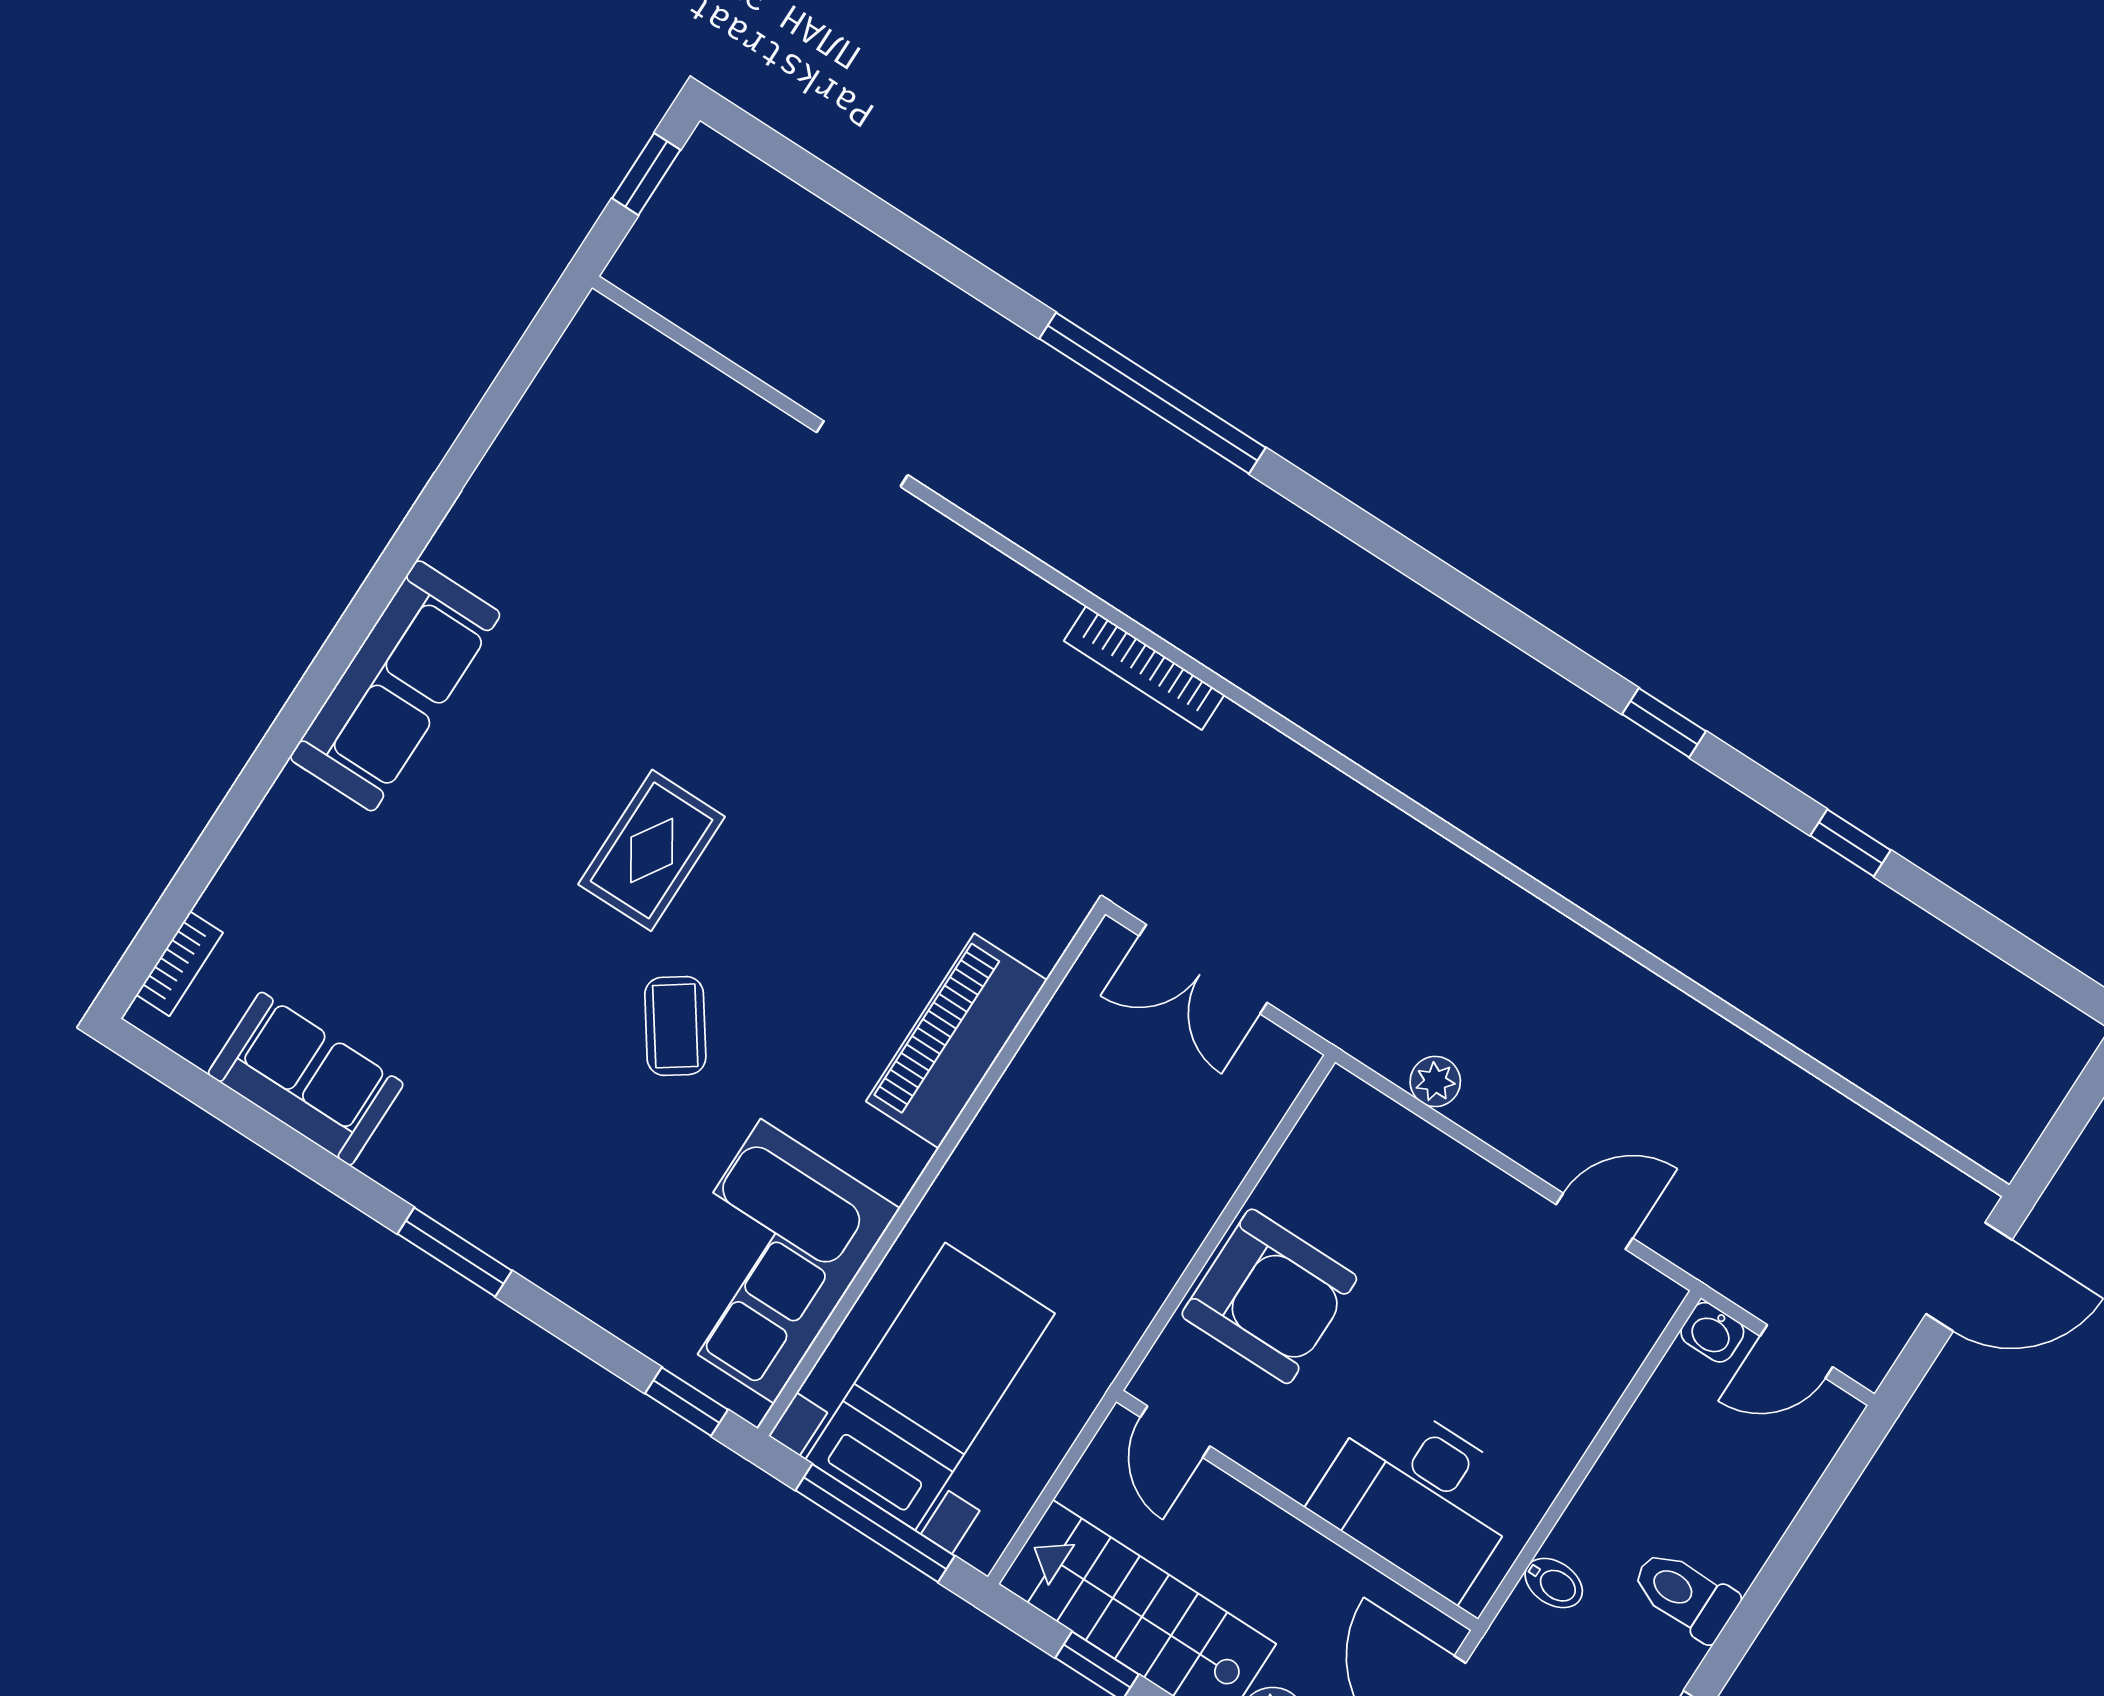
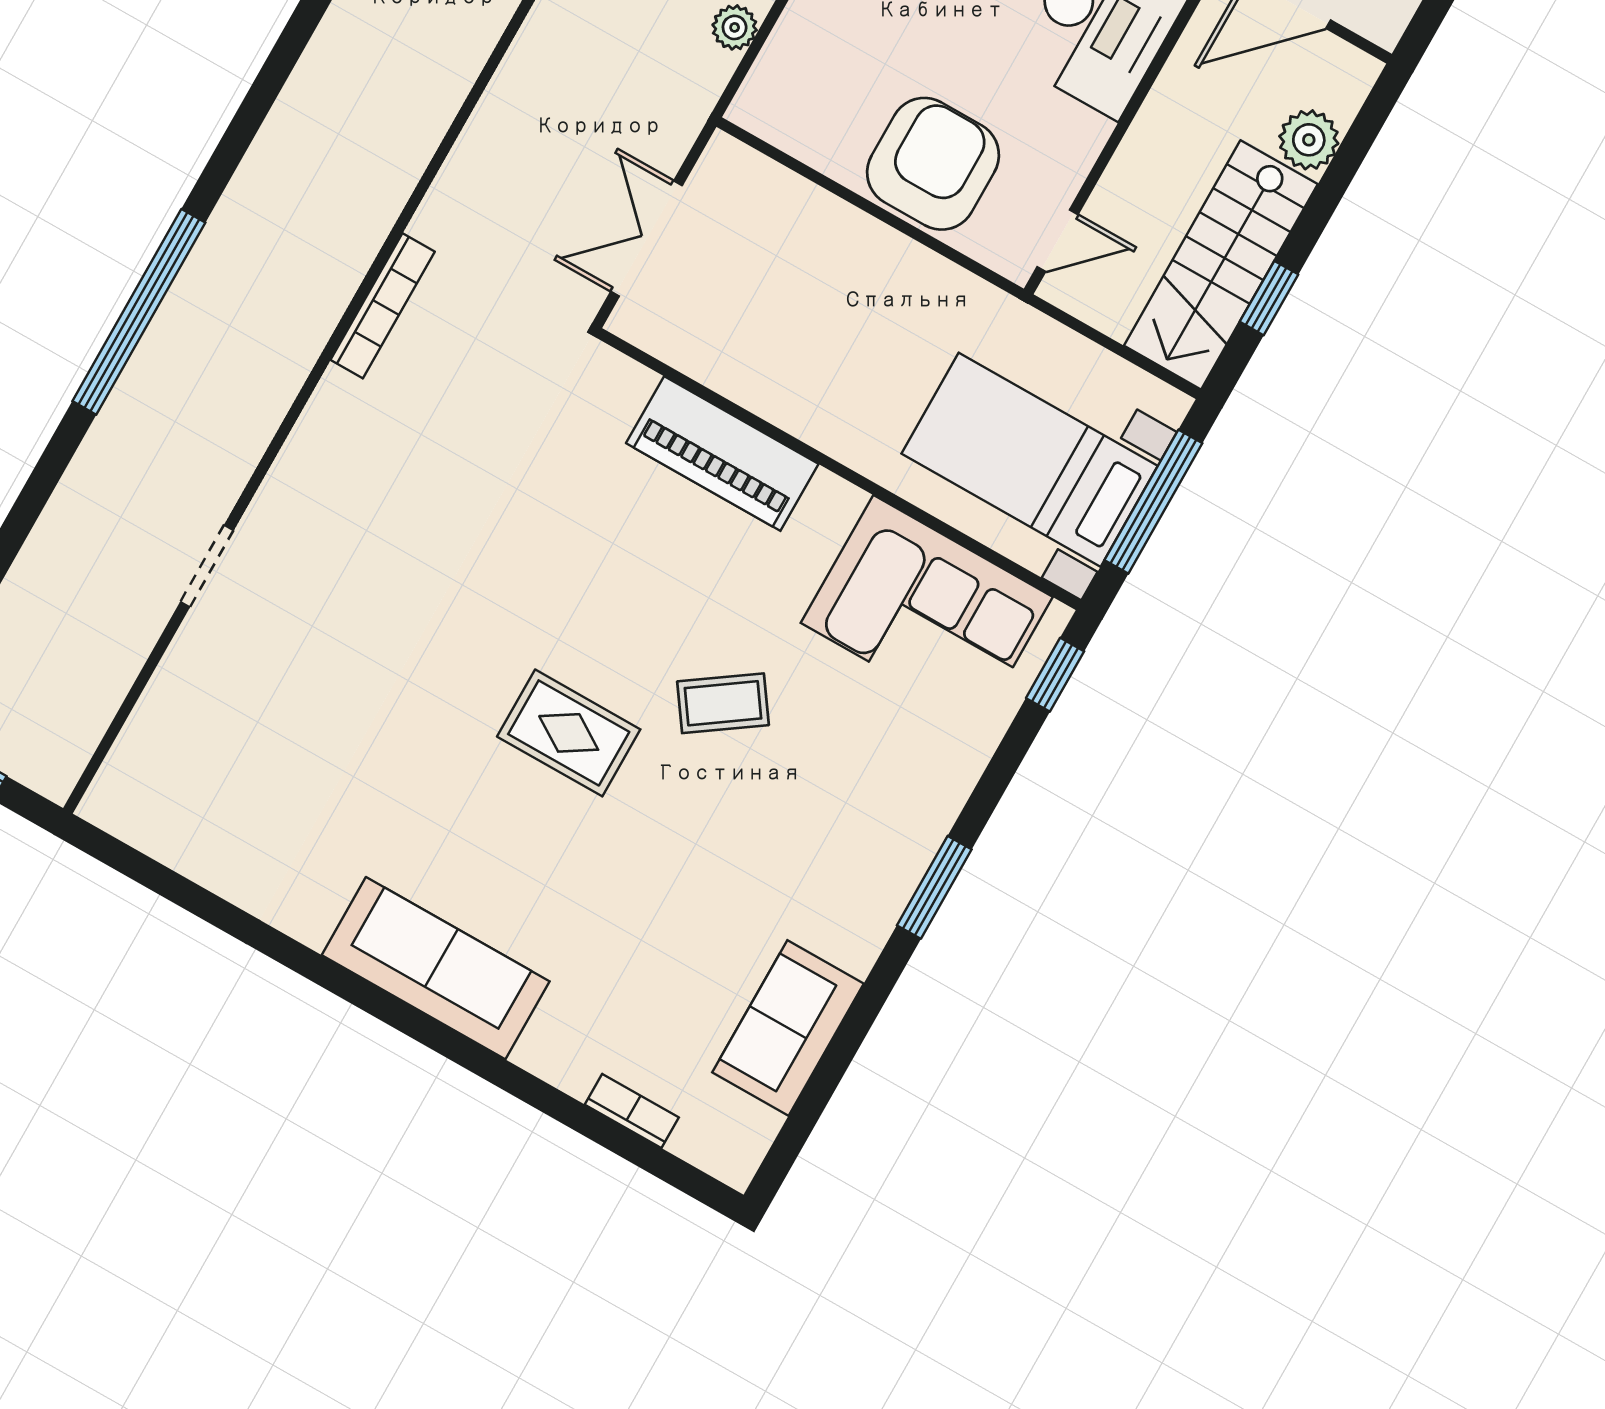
bookcase: (180, 964) -> (632, 1111), moved
double door: (1203, 969) -> (647, 239), swing flipped

